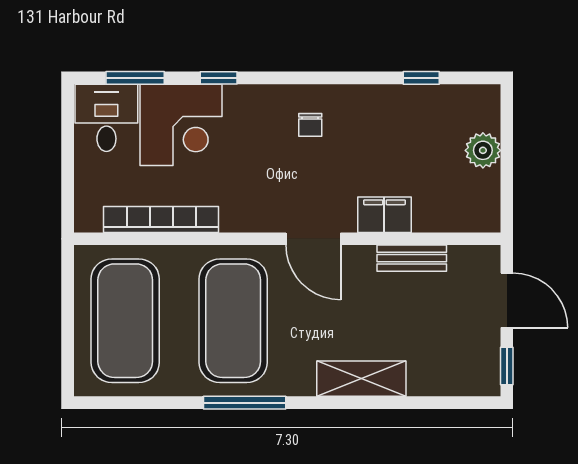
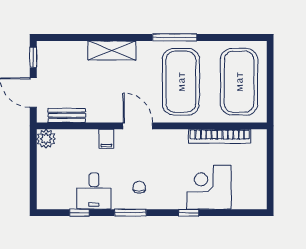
window: (135, 78) -> (130, 213), moved
desk: (106, 118) -> (94, 191), moved
plant: (483, 150) -> (46, 139), moved
filing cabinet: (384, 215) -> (106, 139), width x0.50
bench: (412, 258) -> (67, 115), moved

